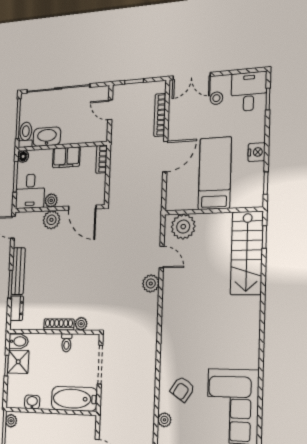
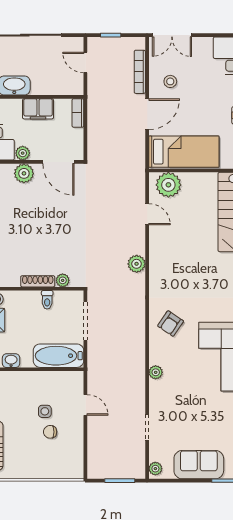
stool: (216, 98) -> (170, 81), moved
bed: (215, 173) -> (184, 152), moved, turned 90
plant: (151, 283) -> (137, 264), moved
armchair: (182, 389) -> (171, 324), moved

